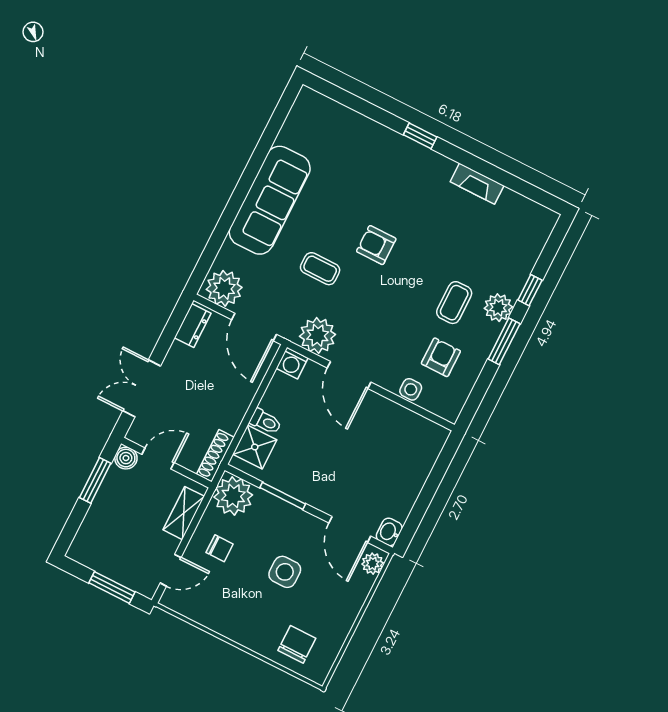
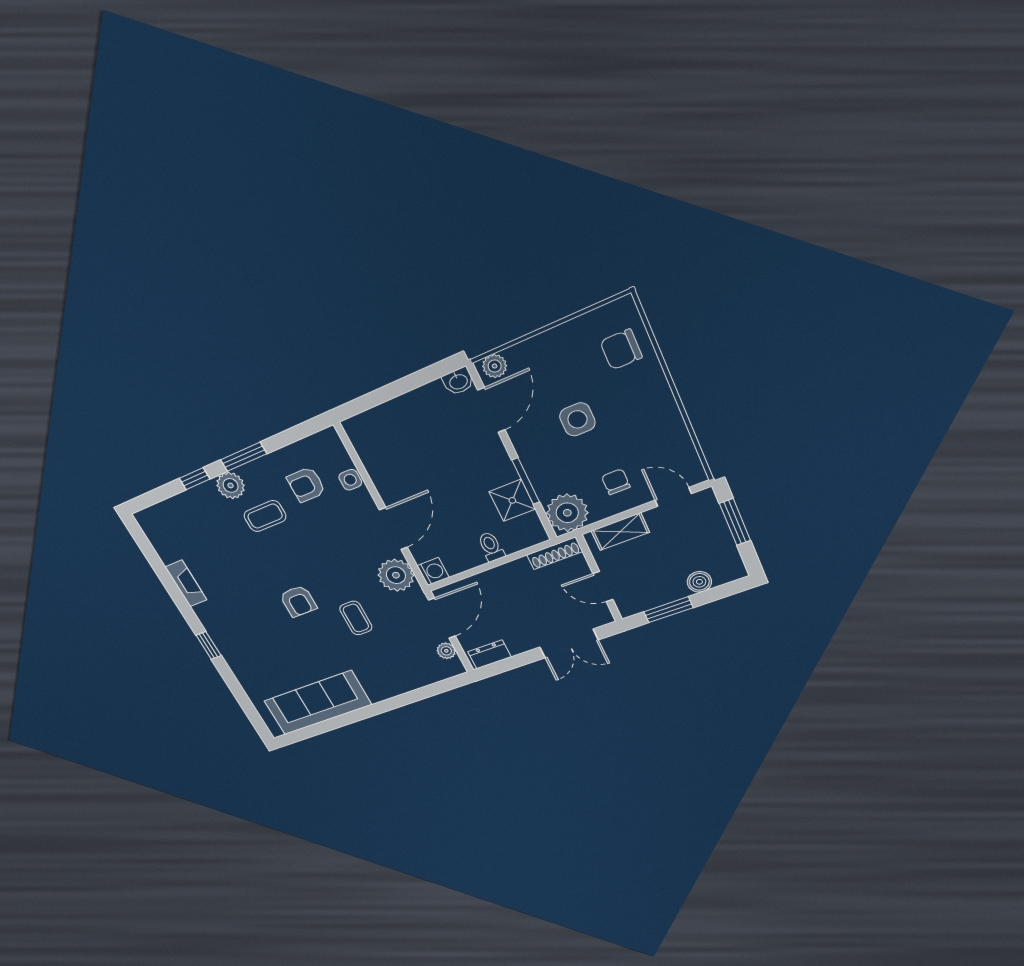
sofa: (270, 200) -> (317, 703), moved
plant: (224, 288) -> (446, 651), width x0.53, depth x0.53
shower: (255, 447) -> (512, 500), moved
boiler: (126, 458) -> (699, 582), moved

